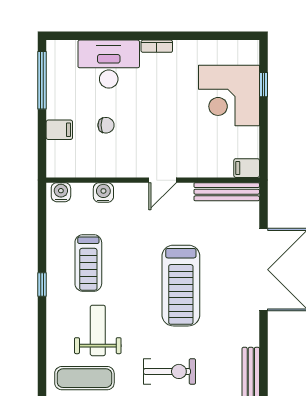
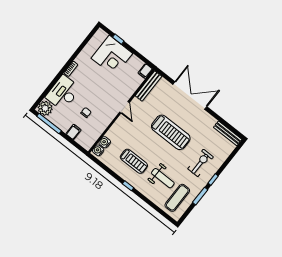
plant: (61, 55) -> (45, 108), added
water cooler: (103, 193) -> (105, 142), moved
weight bench: (98, 330) -> (163, 178), turned 180

